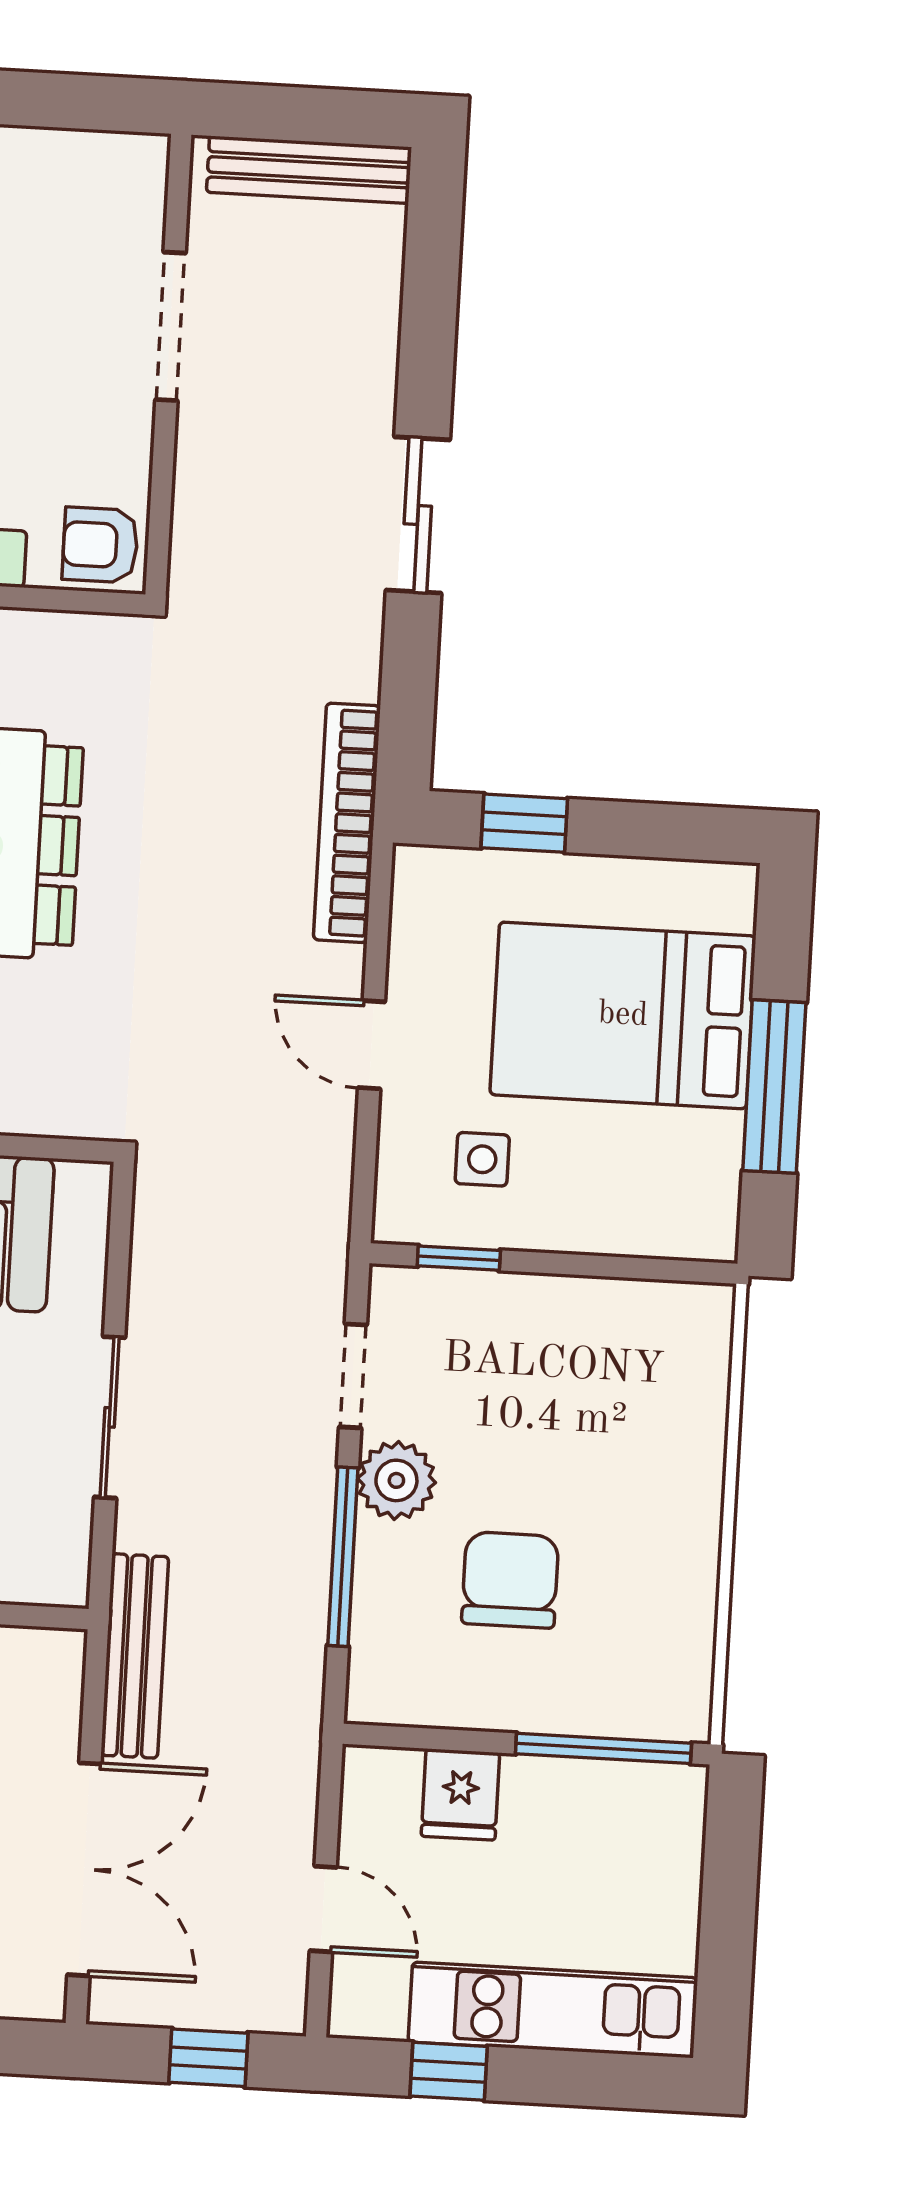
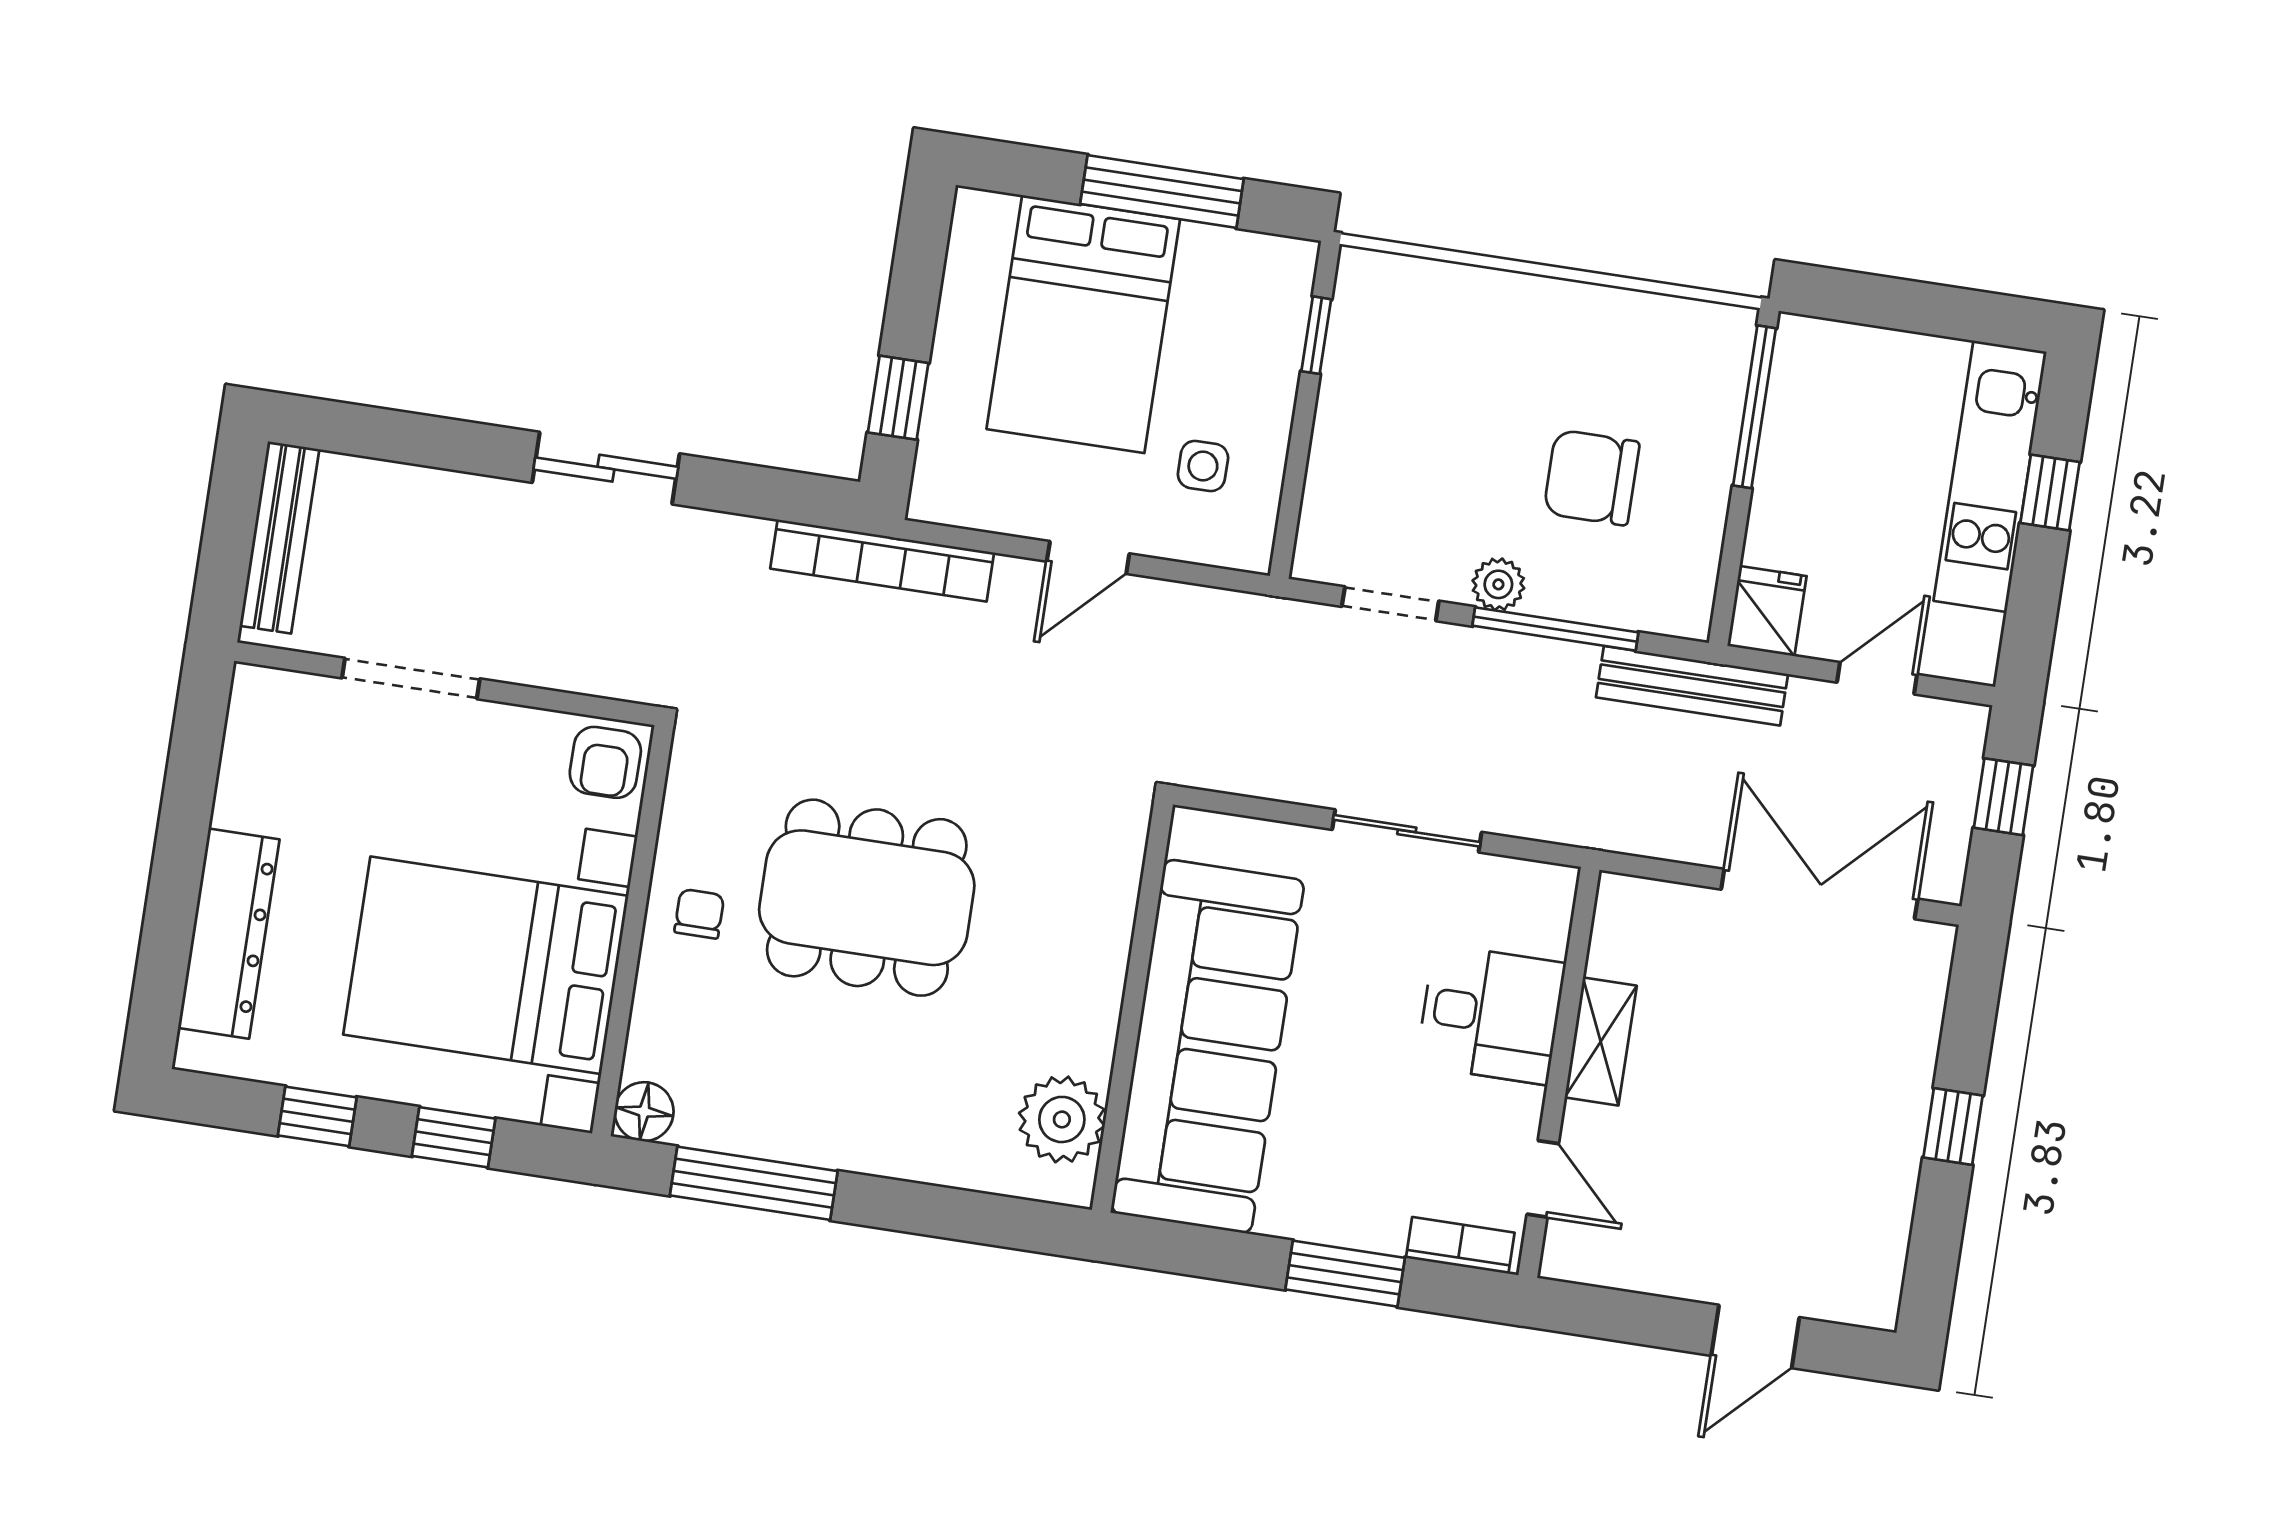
window: (459, 1258) -> (1316, 335), moved
plant: (396, 1480) -> (1498, 584), width x0.73, depth x0.73
bench: (135, 1656) -> (1692, 686), moved
fridge: (460, 1794) -> (1767, 611), moved, turned -90
window: (449, 2071) -> (2050, 493), moved

